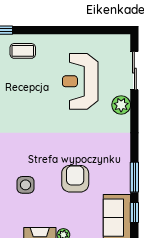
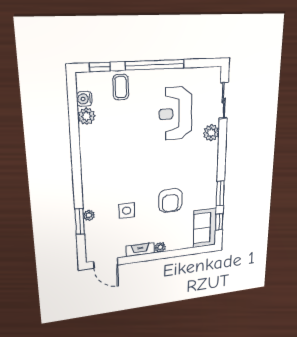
window: (58, 30) -> (155, 65), added
coffee table: (23, 51) -> (121, 87), turned 90
armchair: (75, 179) -> (170, 200), turned 180

